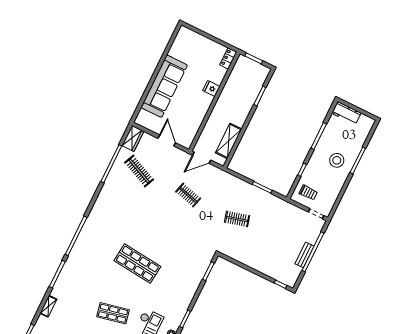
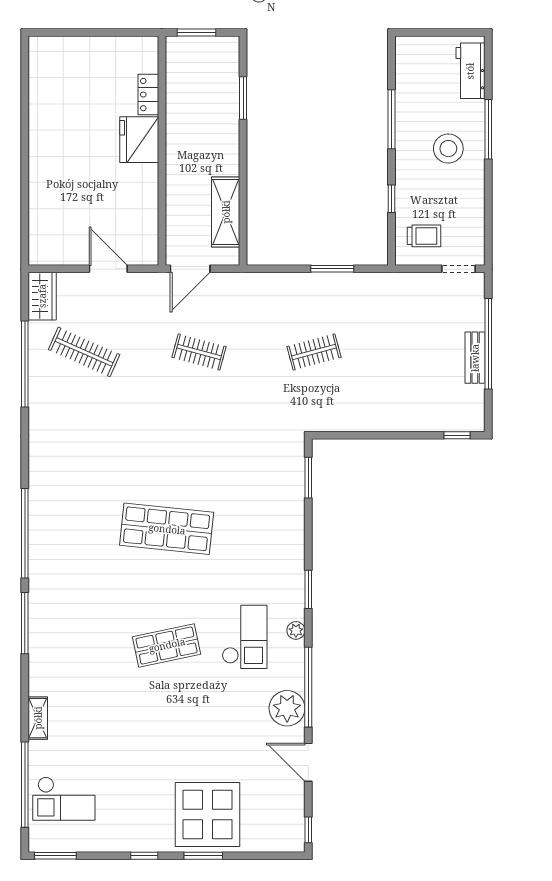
locker: (228, 58) -> (148, 95), moved
sofa: (164, 86) -> (53, 168), removed
fridge: (211, 88) -> (139, 140), width x1.88, depth x1.34
workbench: (346, 113) -> (470, 71), moved, turned 90
shelving: (48, 306) -> (38, 718), moved

